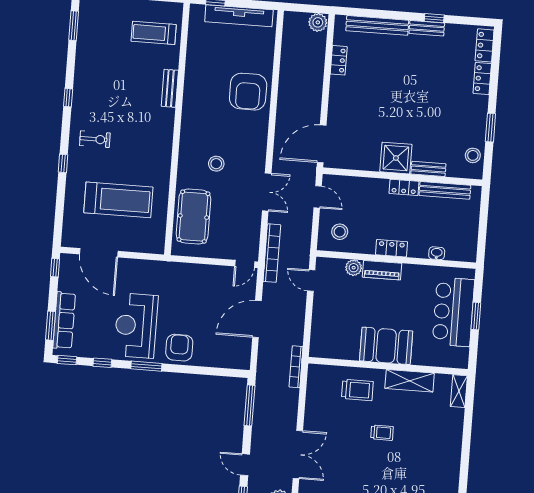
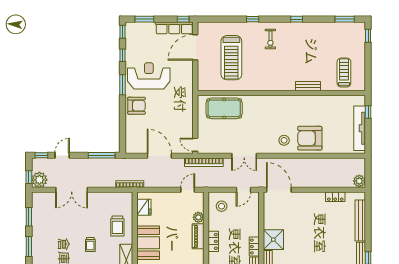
stool: (216, 164) -> (284, 140), moved
row of seats: (64, 320) -> (174, 28), moved
fridge: (332, 348) -> (144, 207), added

